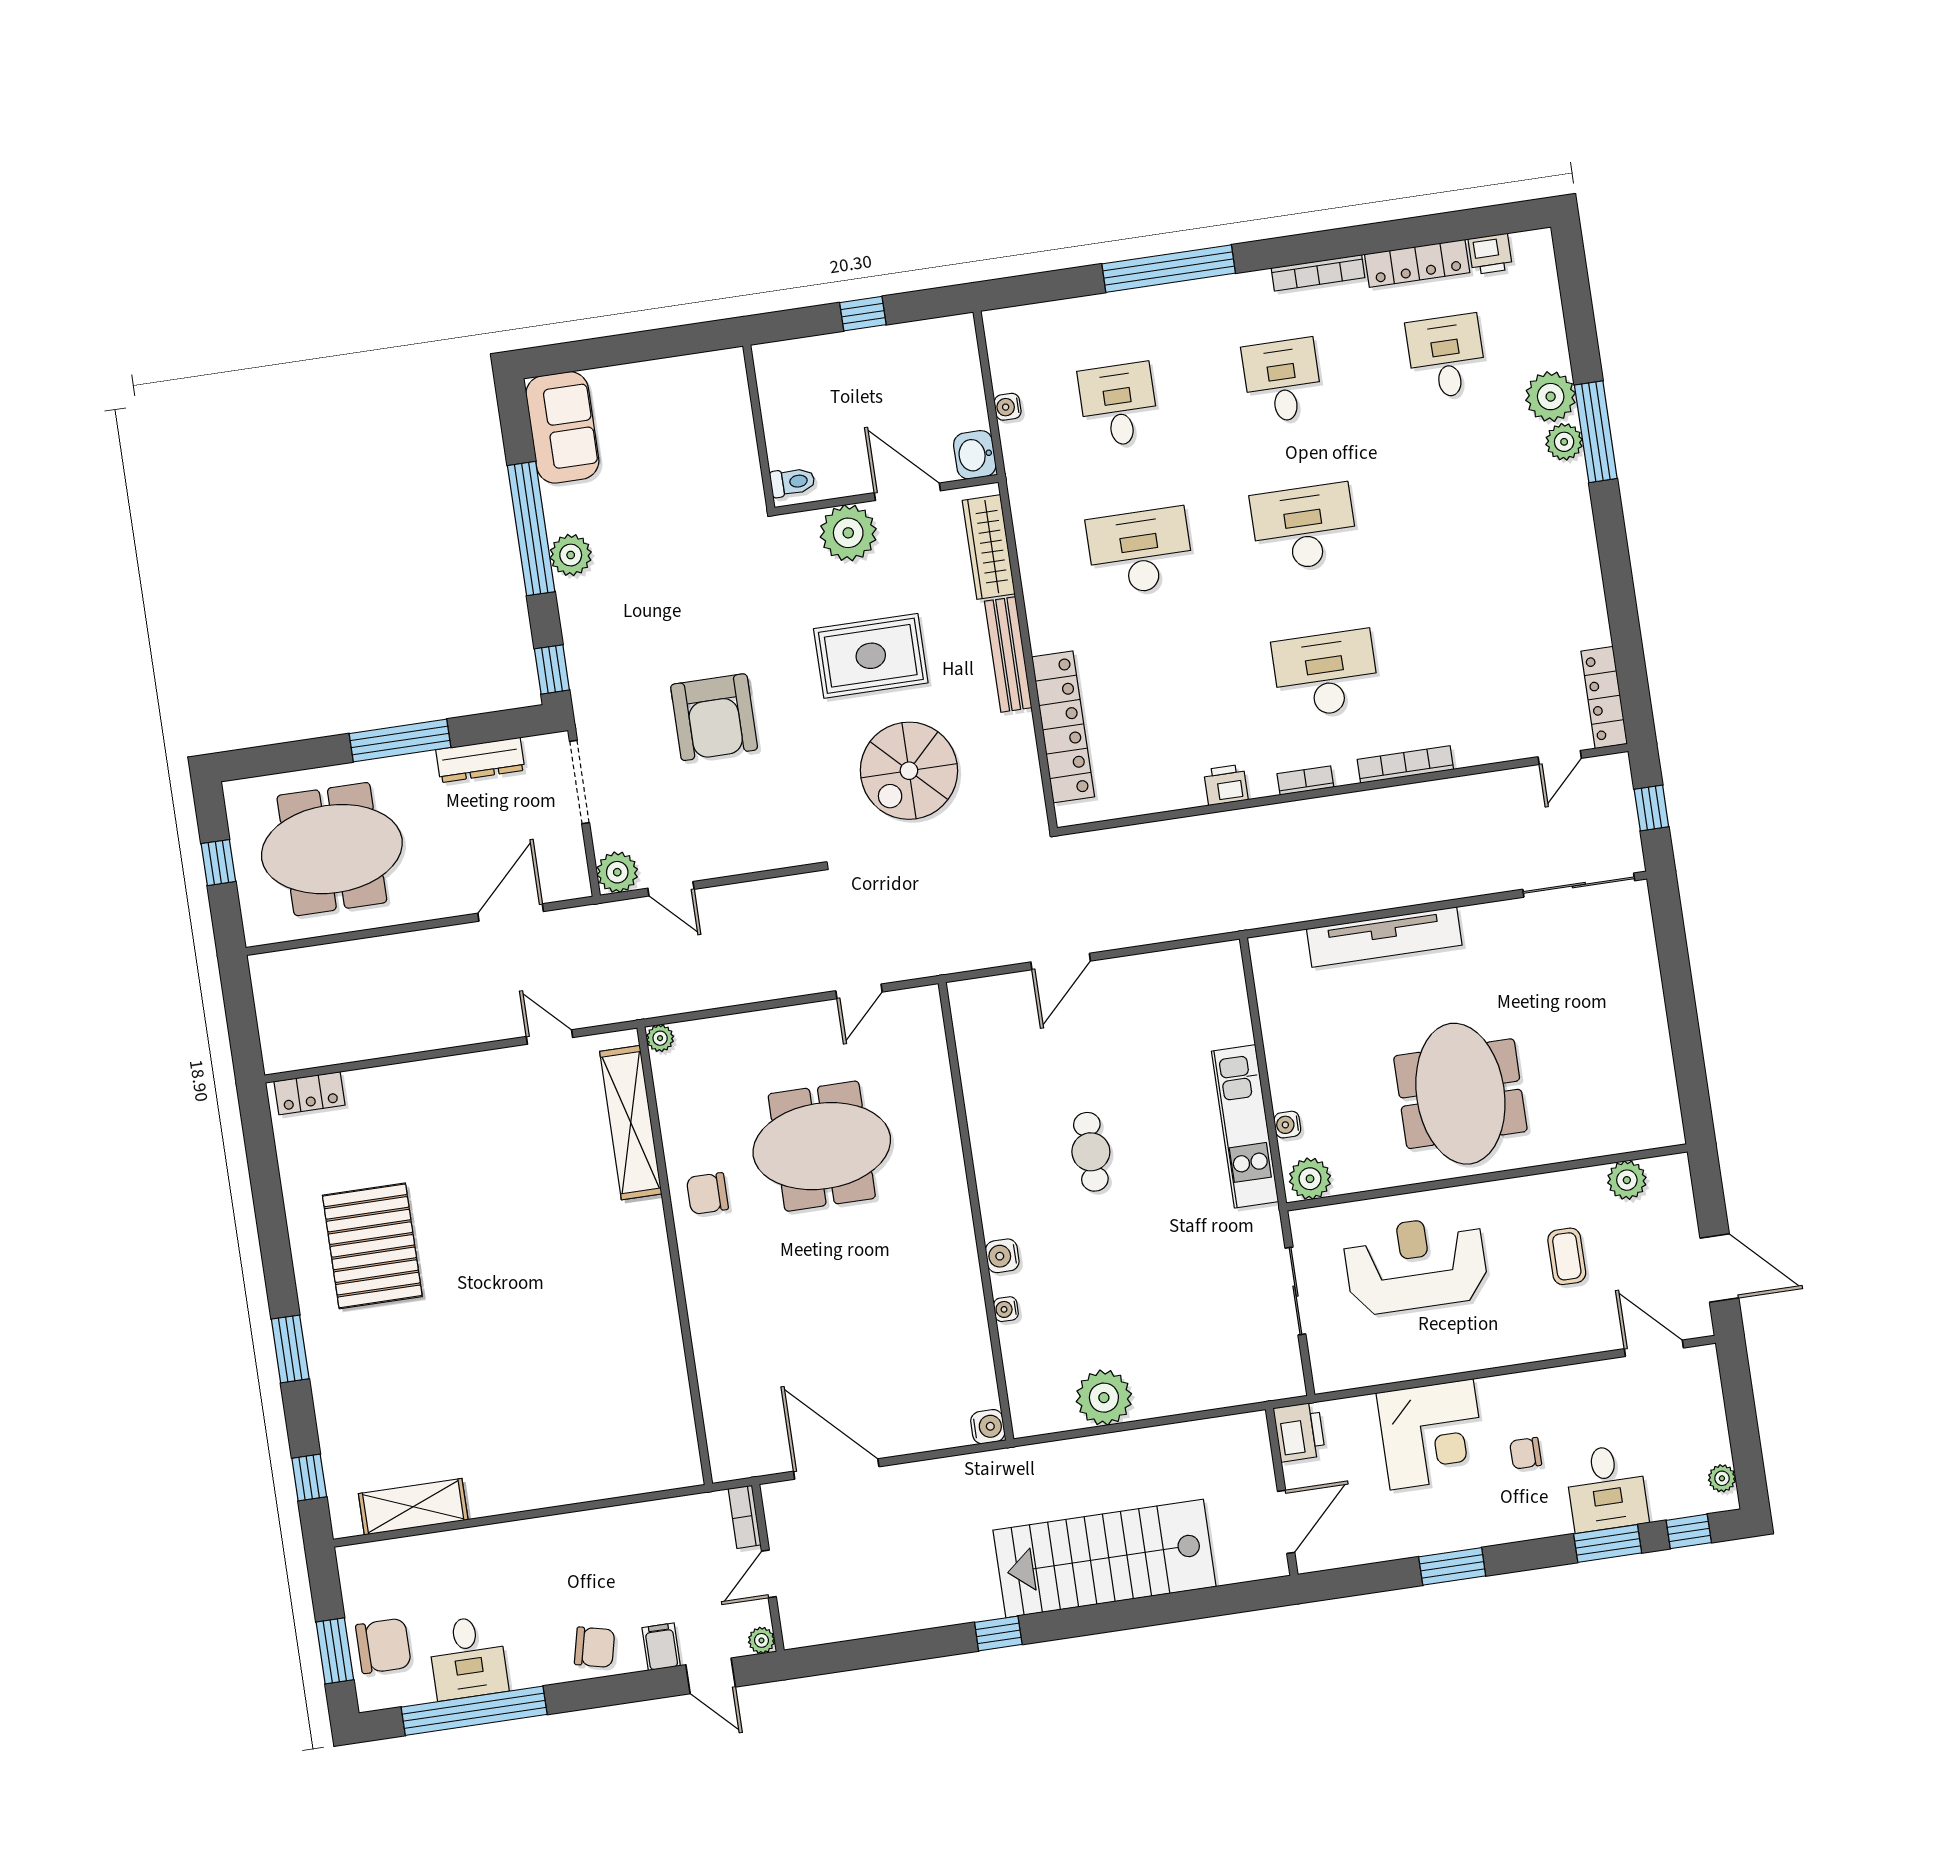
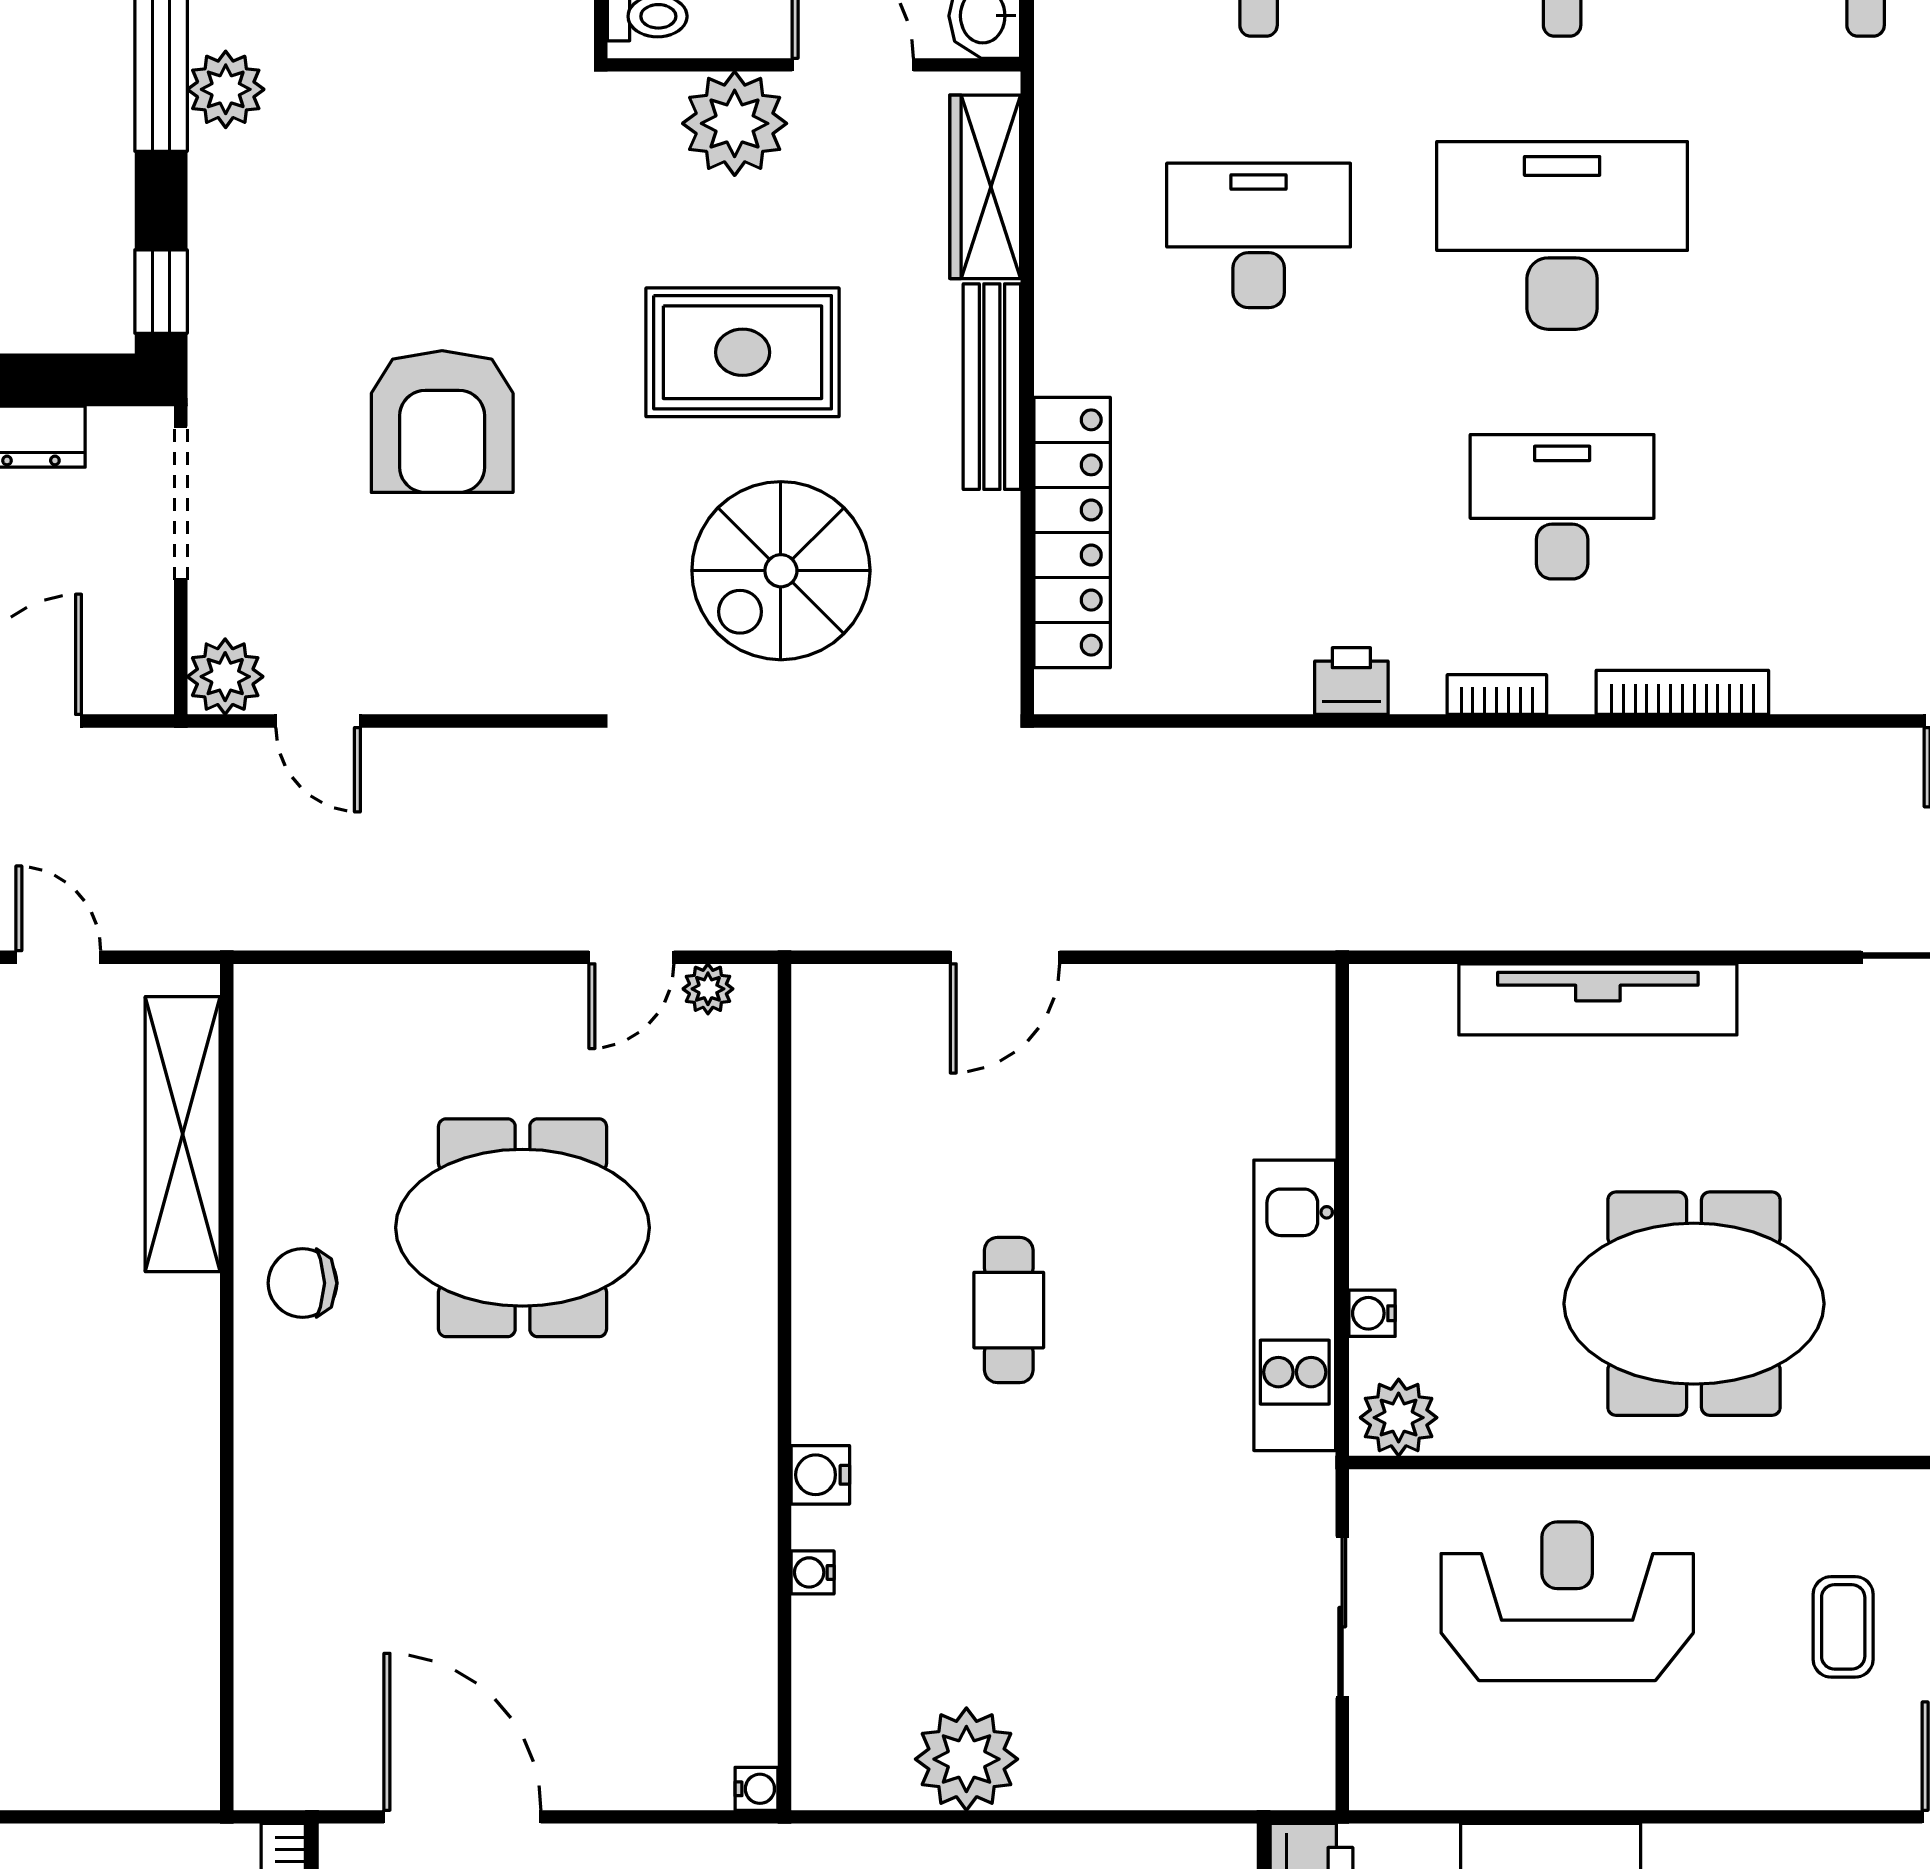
desk: (1304, 527) -> (1562, 235), width x1.36, depth x1.30
plant: (660, 1038) -> (708, 989), moved
meeting table: (1460, 1094) -> (1694, 1304), turned 90
water cooler: (988, 1427) -> (756, 1789), width x0.72, depth x0.72

